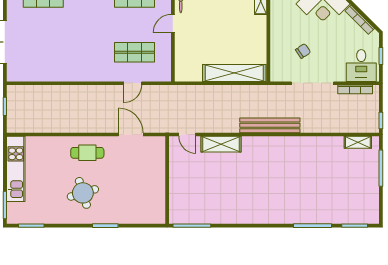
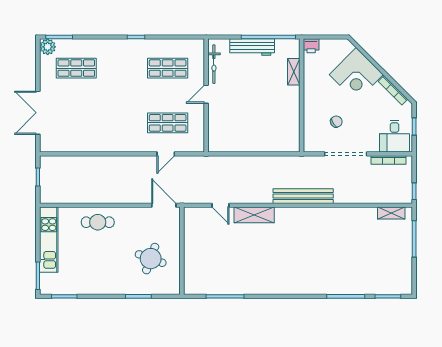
shelving: (234, 73) -> (267, 144), removed
cafe table: (87, 153) -> (98, 222), moved
wall: (167, 180) -> (182, 251), moved
round table: (83, 193) -> (151, 259), moved, turned 37

